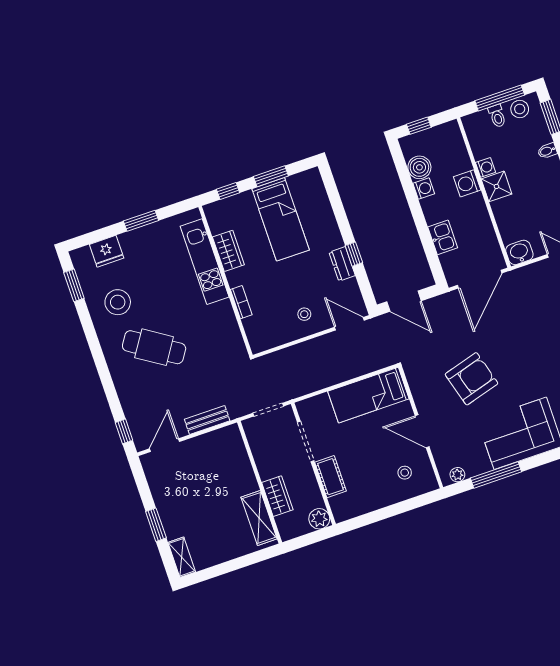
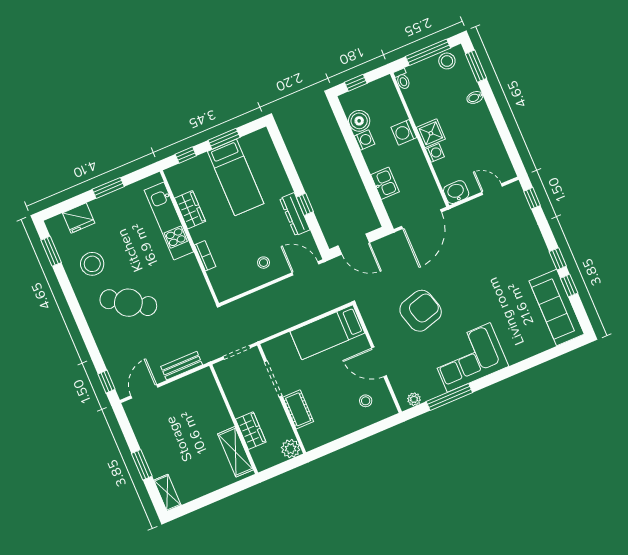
toilet: (497, 116) -> (402, 79), moved
washing machine: (485, 167) -> (435, 153), moved
dresser: (342, 264) -> (295, 214), width x1.44

